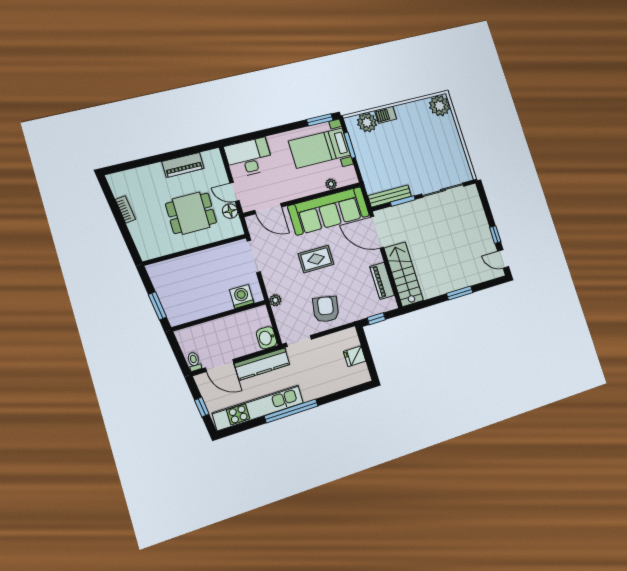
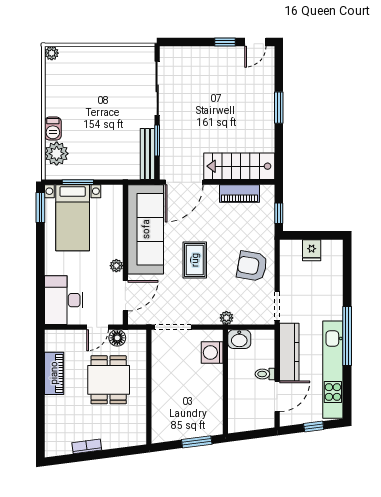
plant: (440, 106) -> (52, 53), width x0.53, depth x0.53
plant: (331, 184) -> (116, 266), moved
washbasin: (267, 338) -> (239, 339), moved
toilet: (194, 361) -> (265, 374), moved

